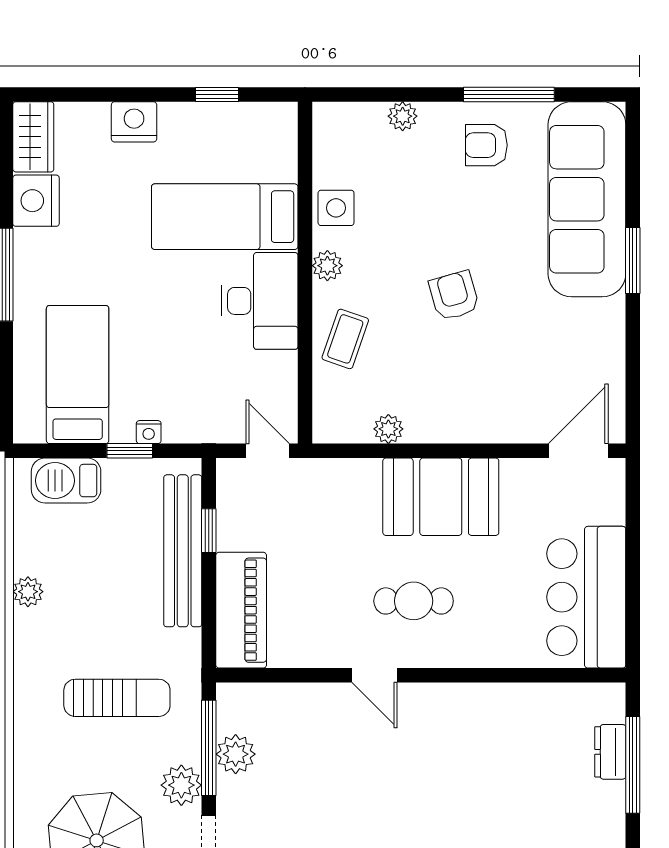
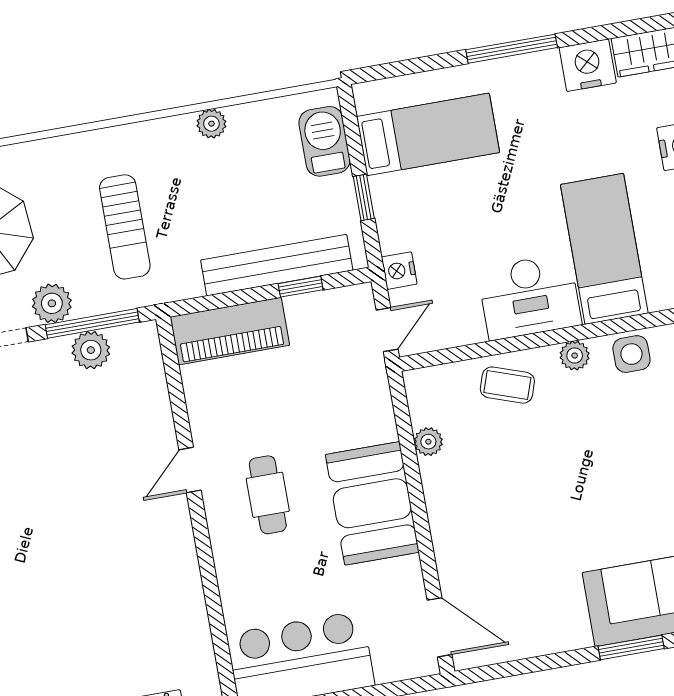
armchair: (454, 296) -> (567, 482), removed
nightstand: (149, 432) -> (399, 271), moved, width x1.39, depth x1.35

